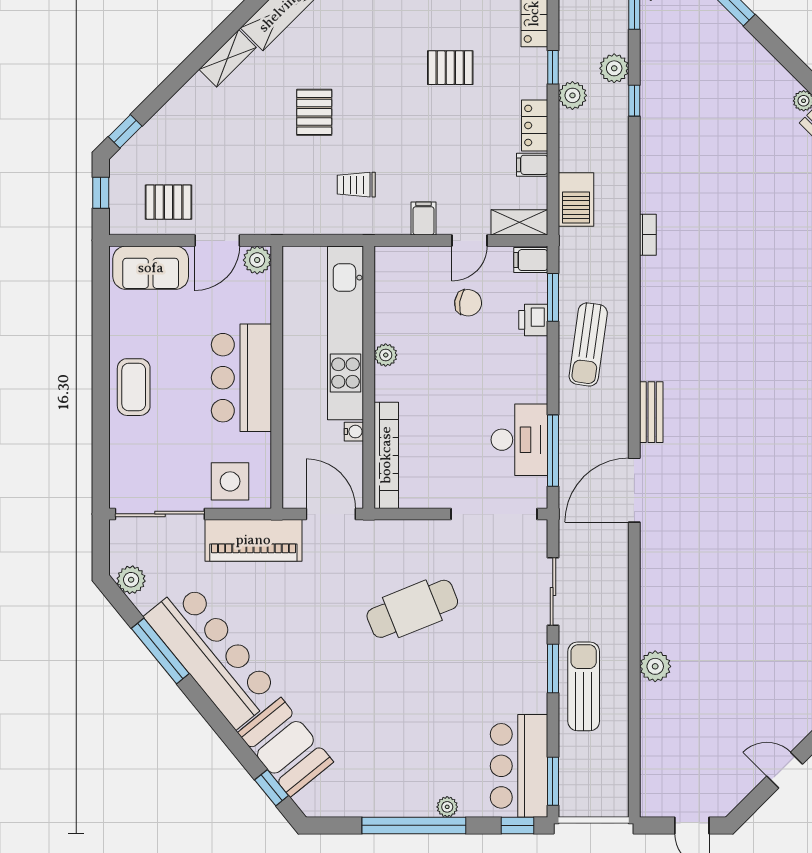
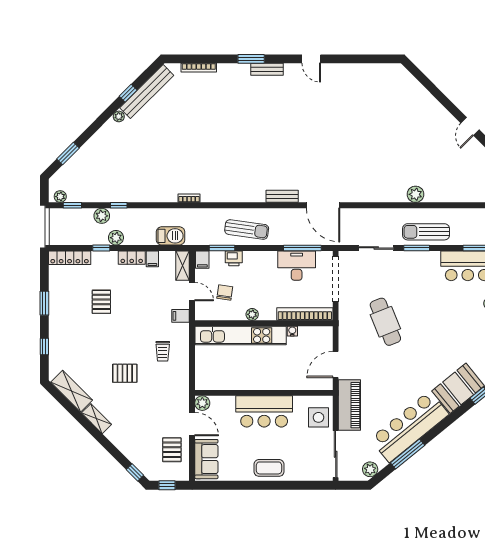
kitchen unit: (345, 333) -> (241, 336), moved
plant: (386, 355) -> (252, 314), moved
wall: (369, 377) -> (264, 323), moved
water cooler: (354, 432) -> (292, 331), moved
bookcase: (386, 455) -> (305, 314), moved

